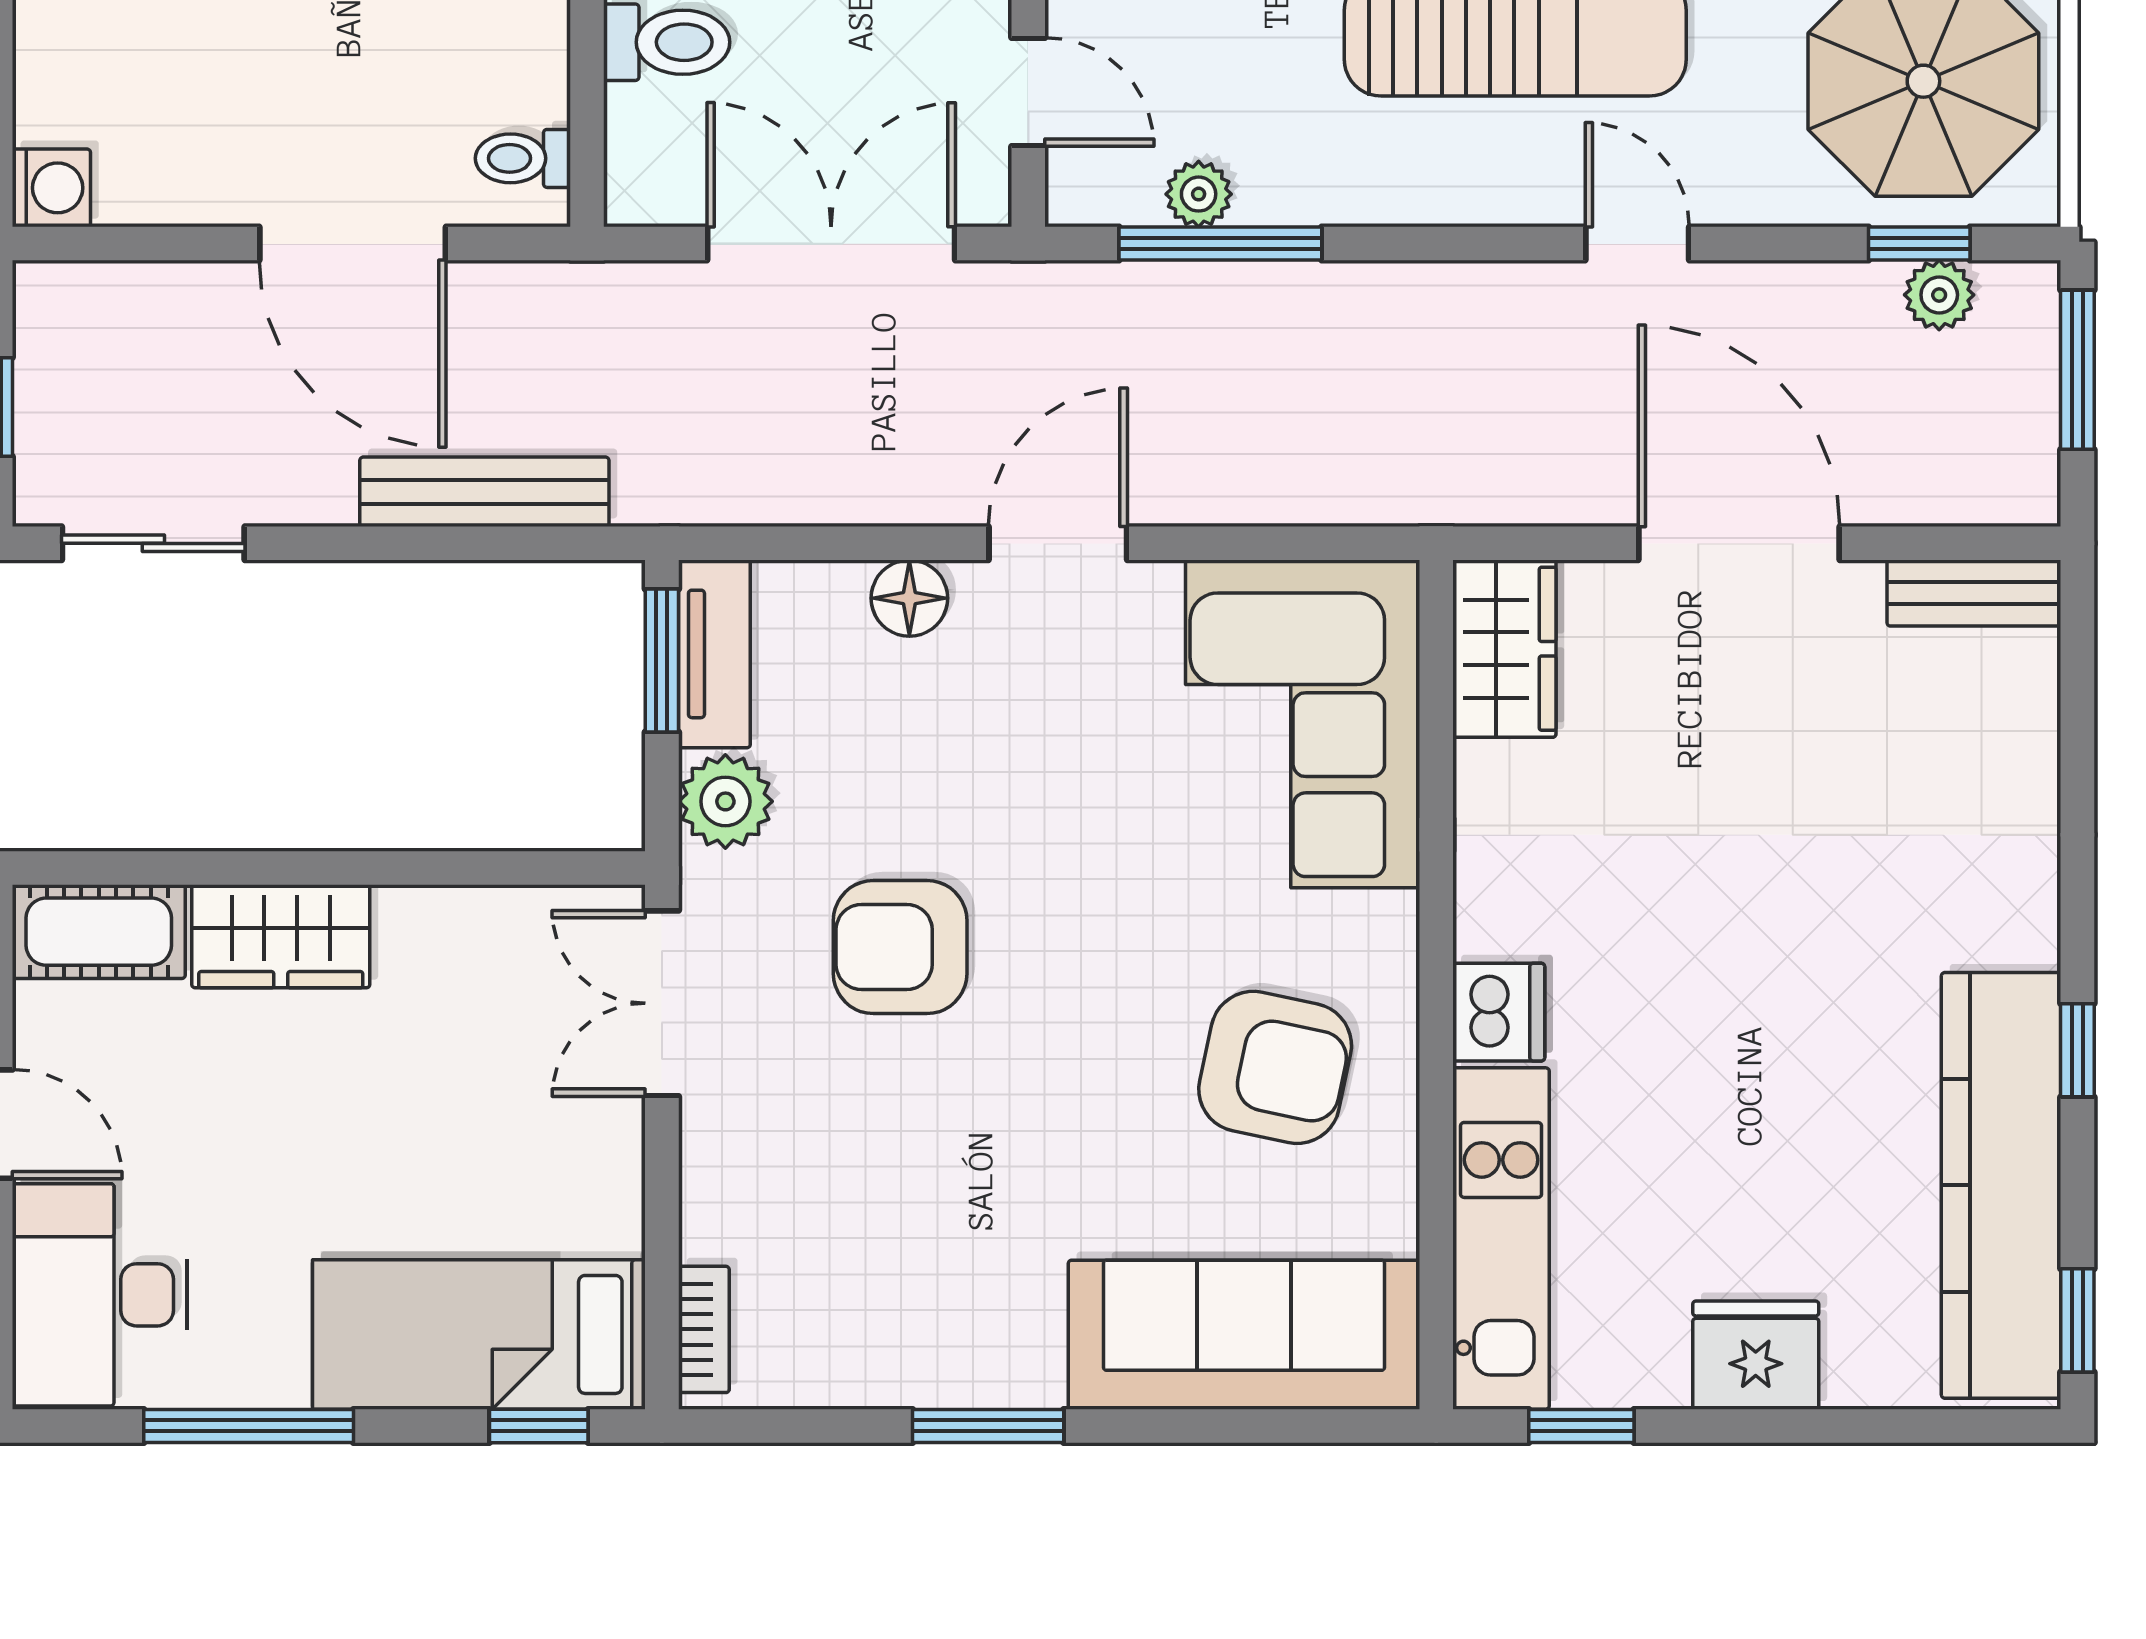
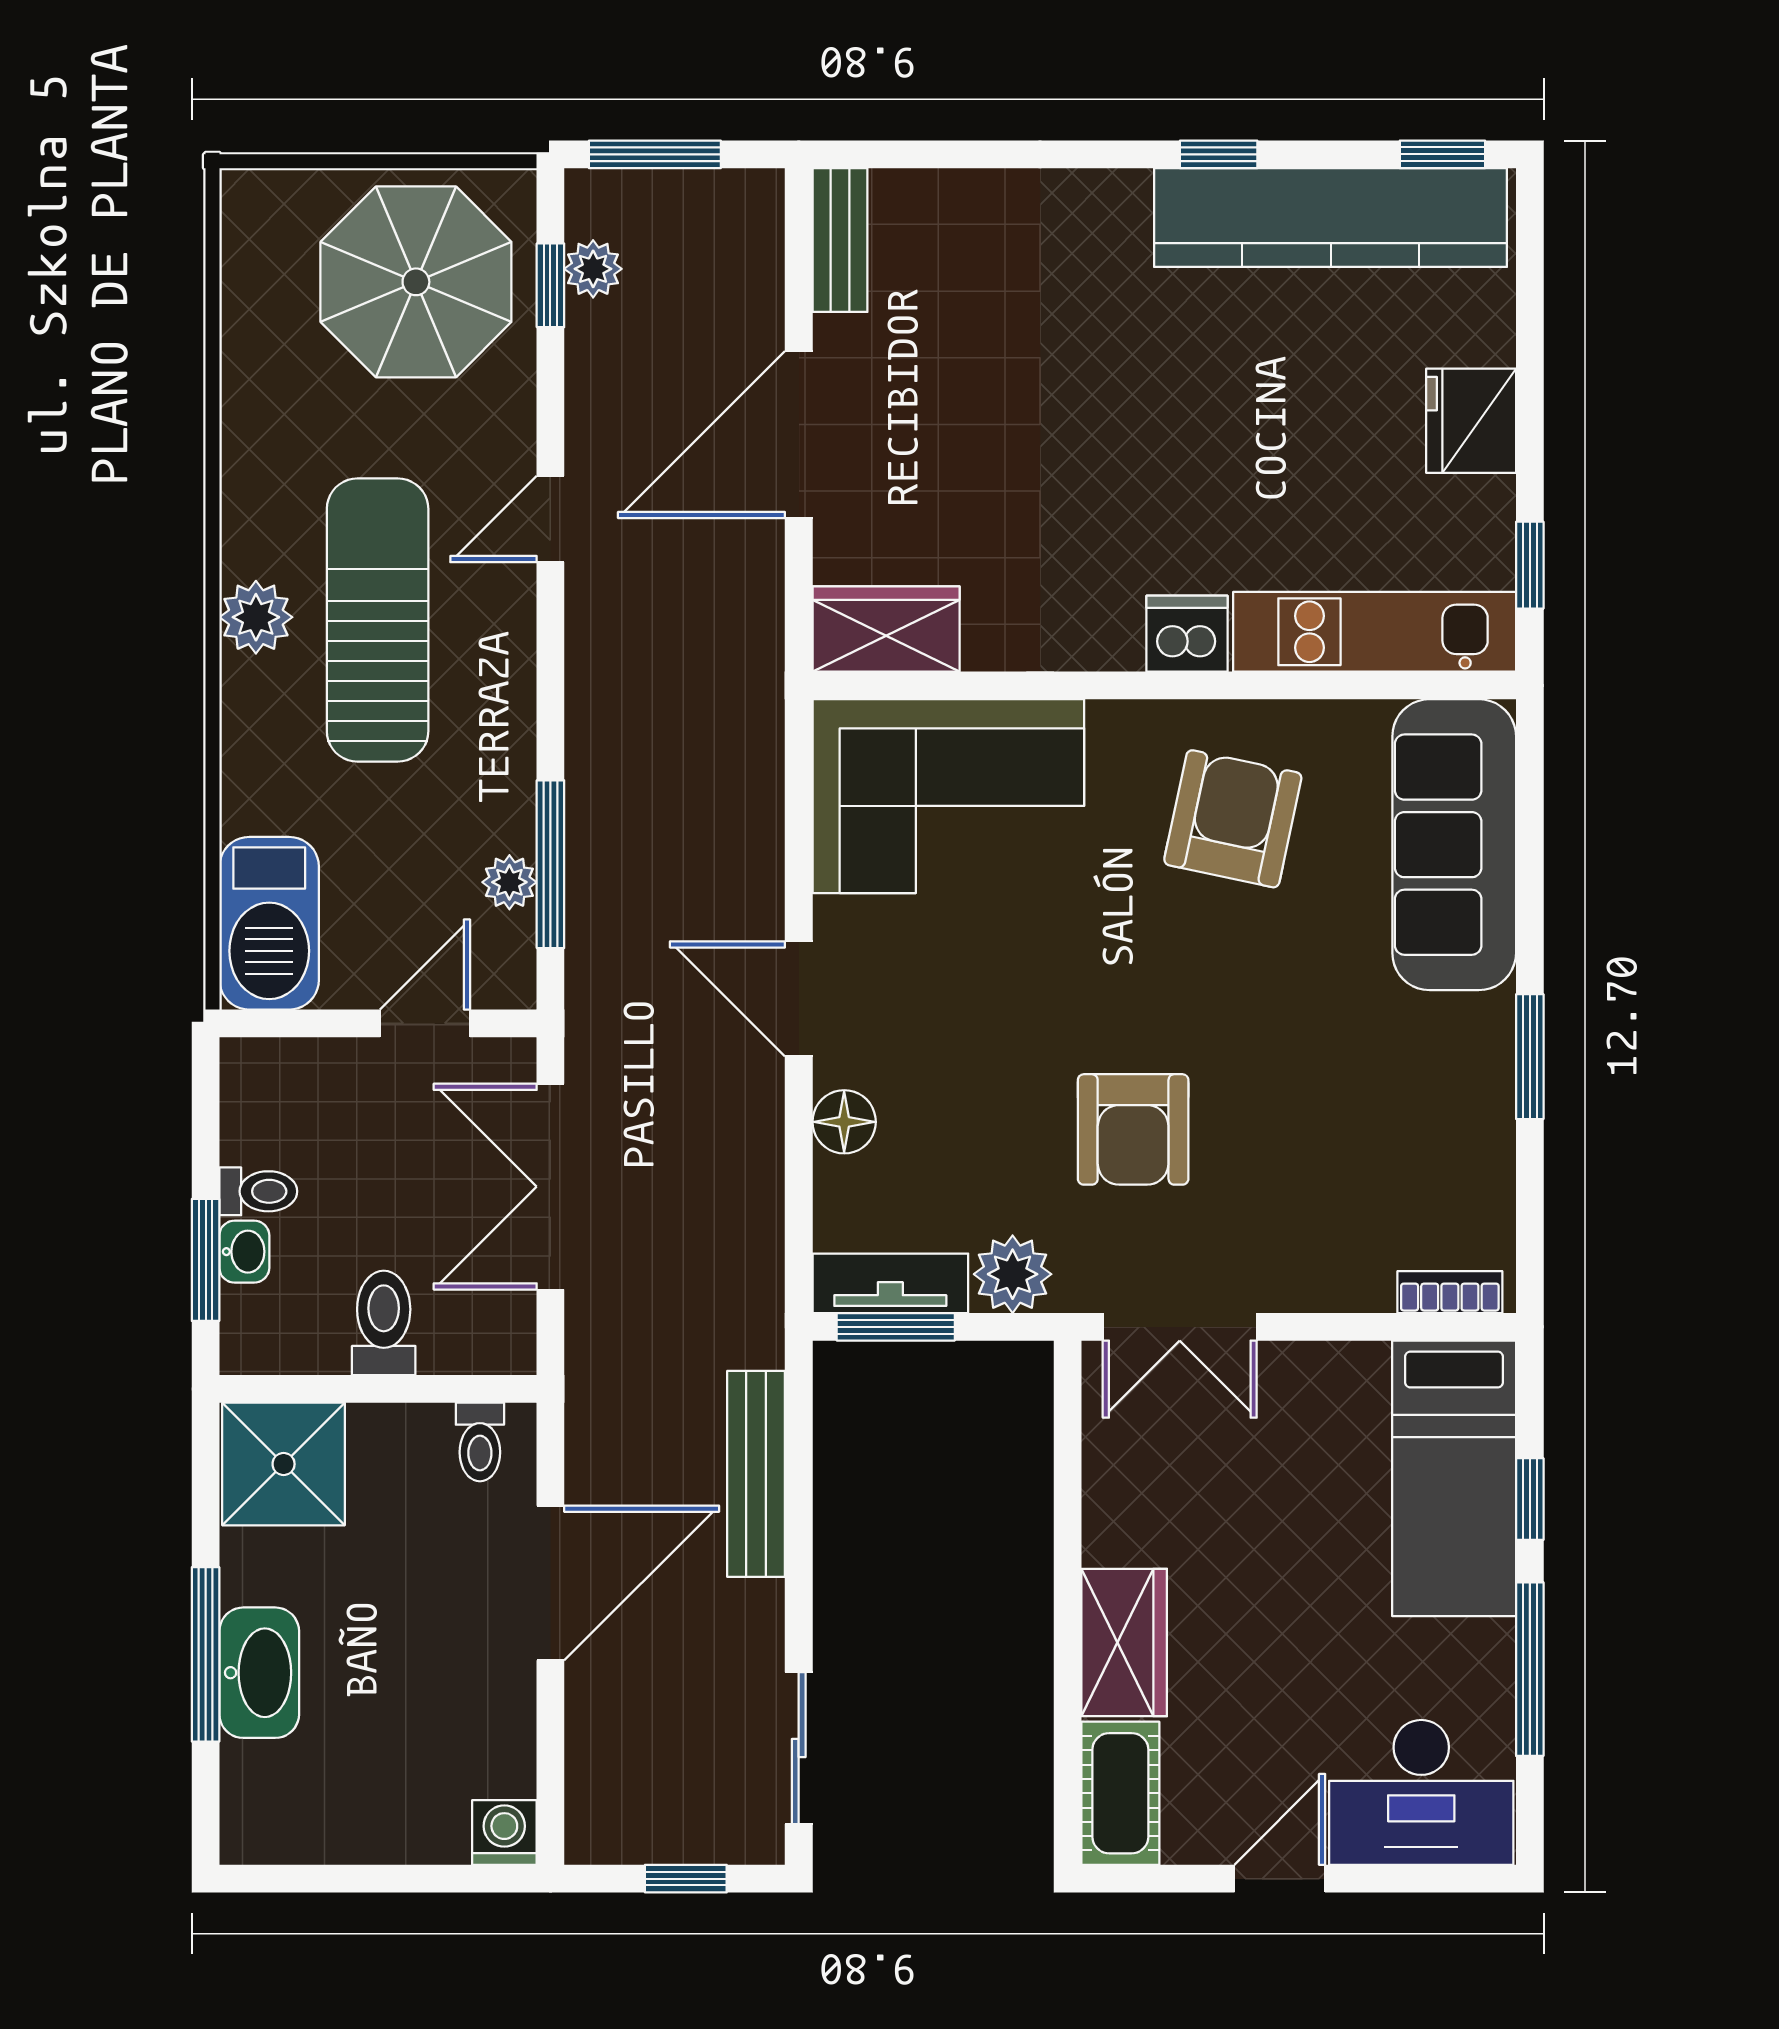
window: (539, 1426) -> (1530, 1499), moved

